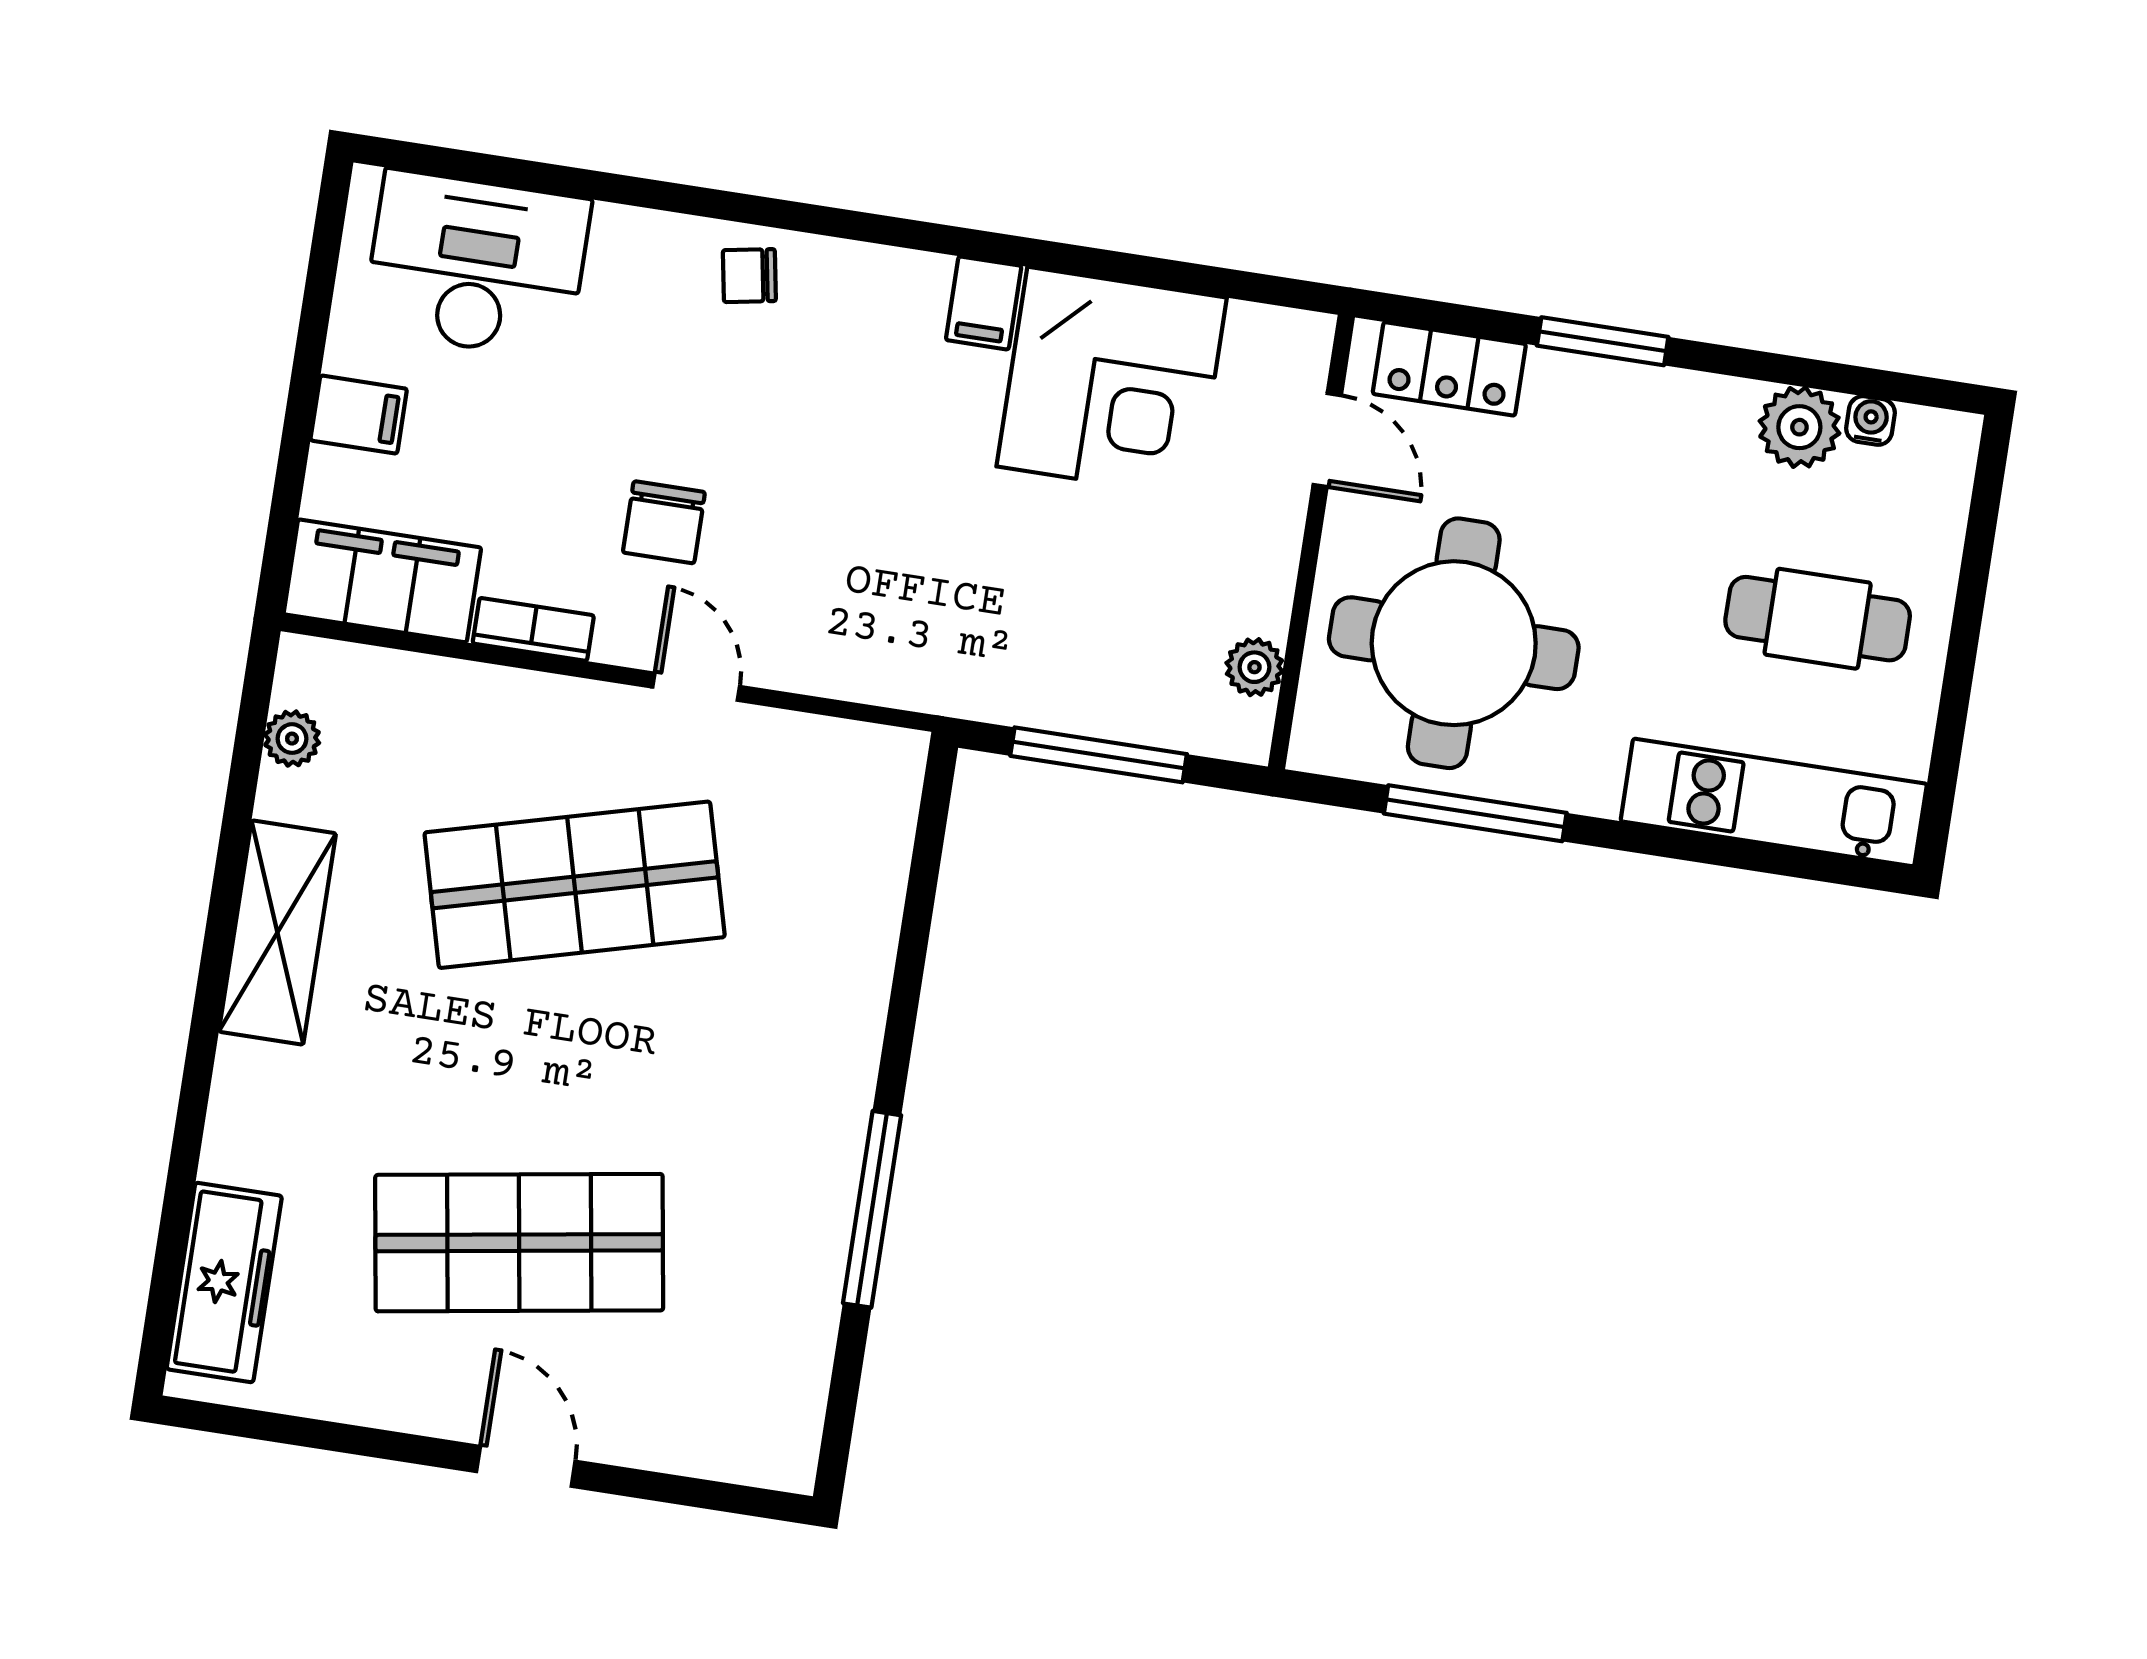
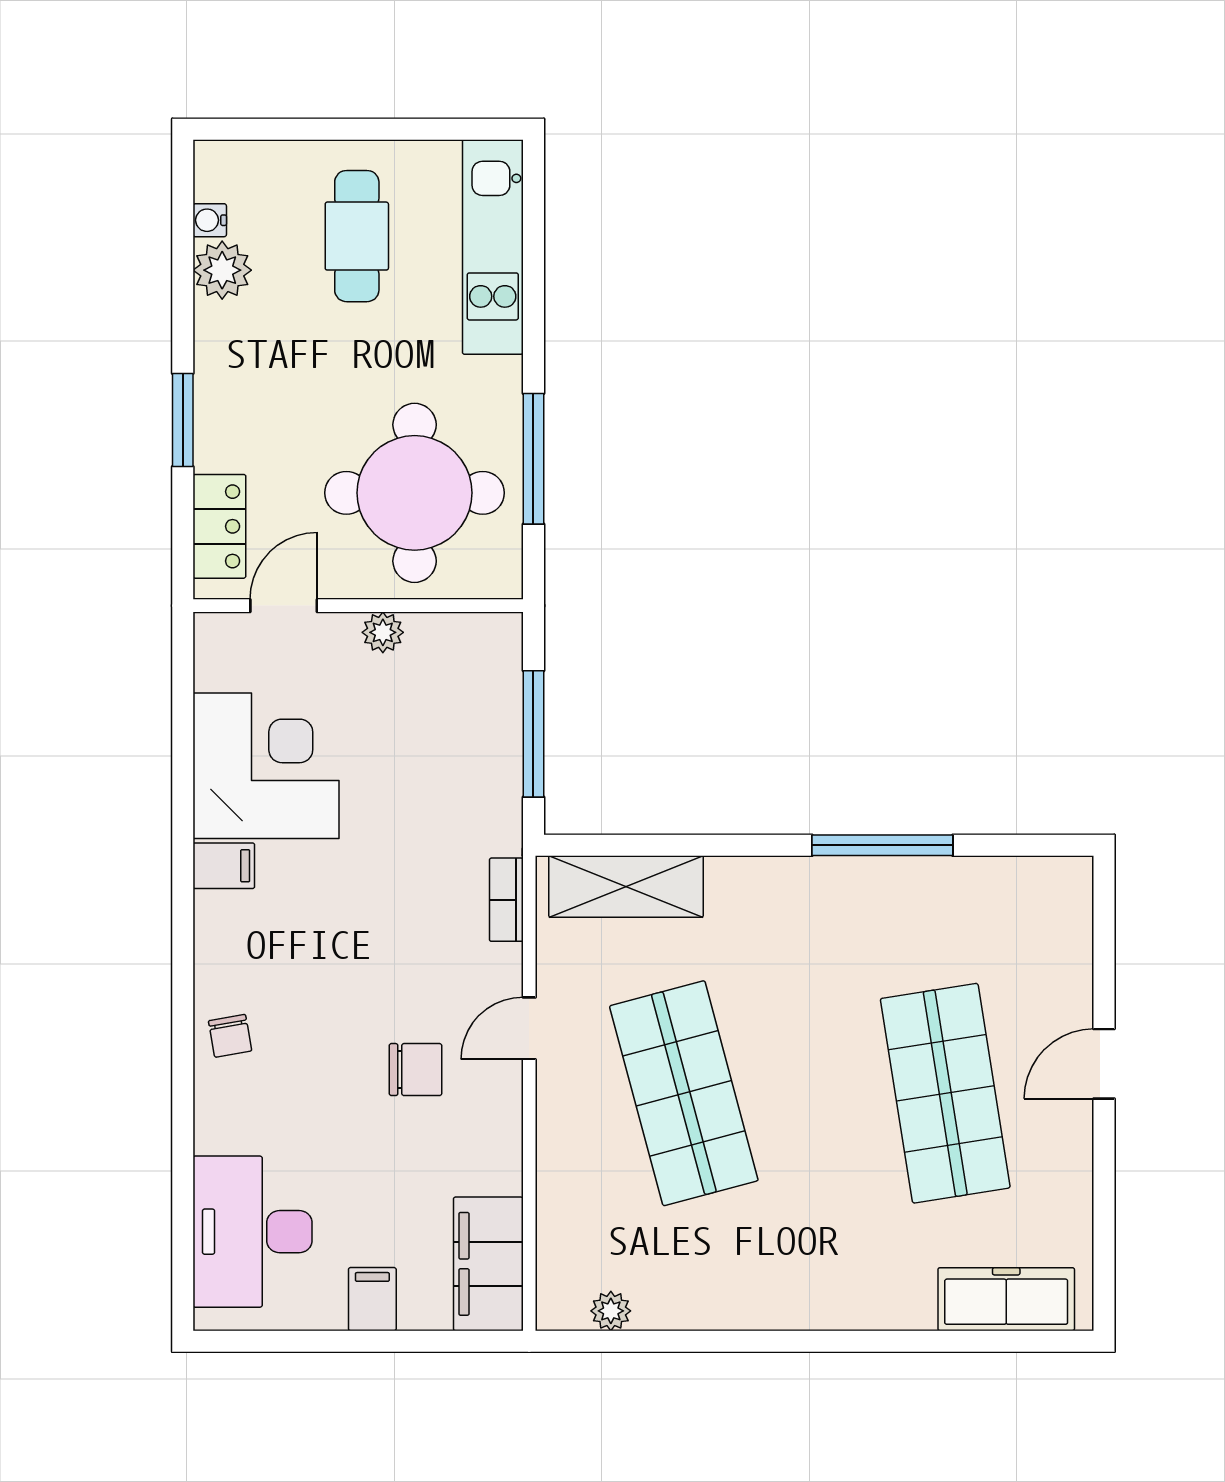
bookcase: (533, 629) -> (506, 900), moved
plant: (1254, 667) -> (383, 632), moved
shelving: (277, 932) -> (626, 887), moved

